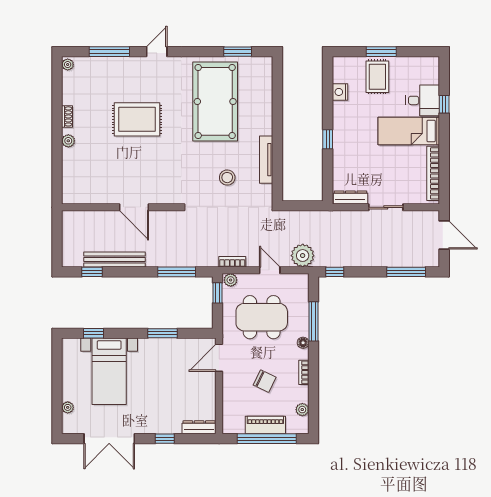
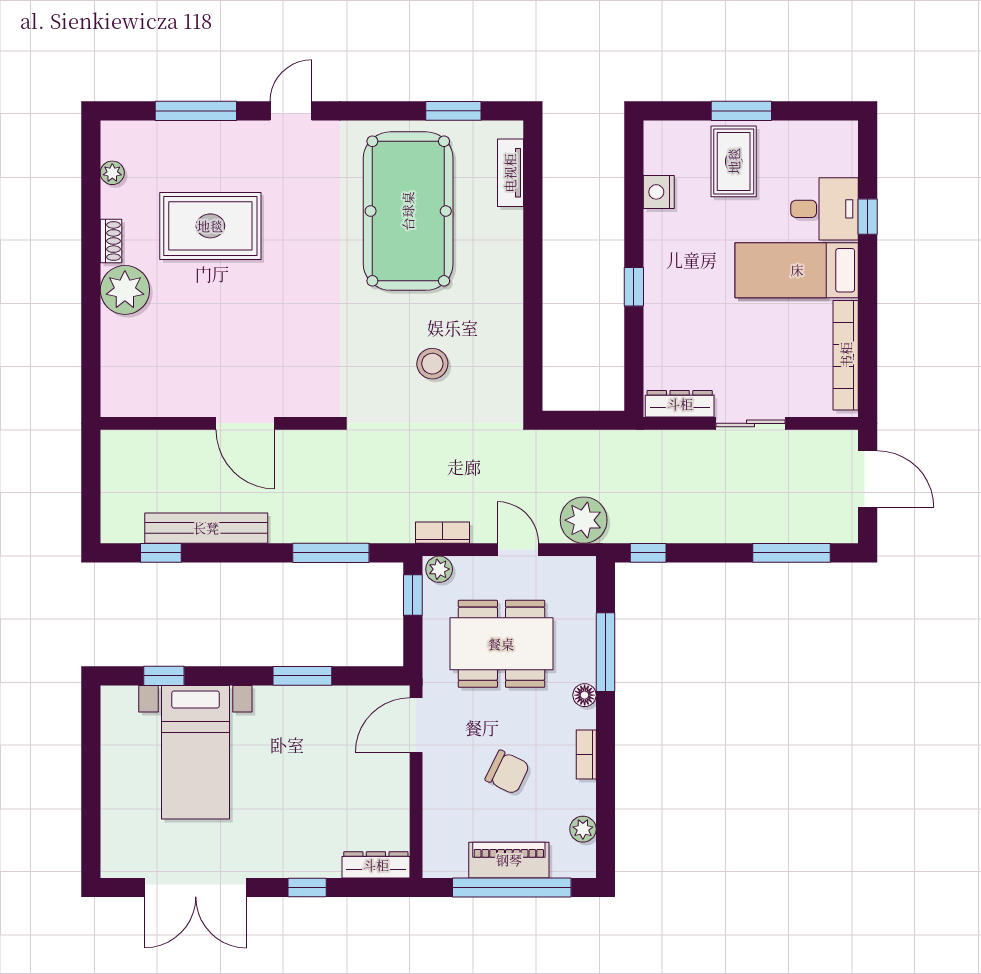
plant: (68, 65) -> (112, 173), moved
rug: (137, 119) -> (210, 226), moved
plant: (68, 141) -> (125, 290), width x1.87, depth x1.87
tv unit: (266, 160) -> (510, 173), moved, width x0.71
plant: (68, 407) -> (112, 825), removed

